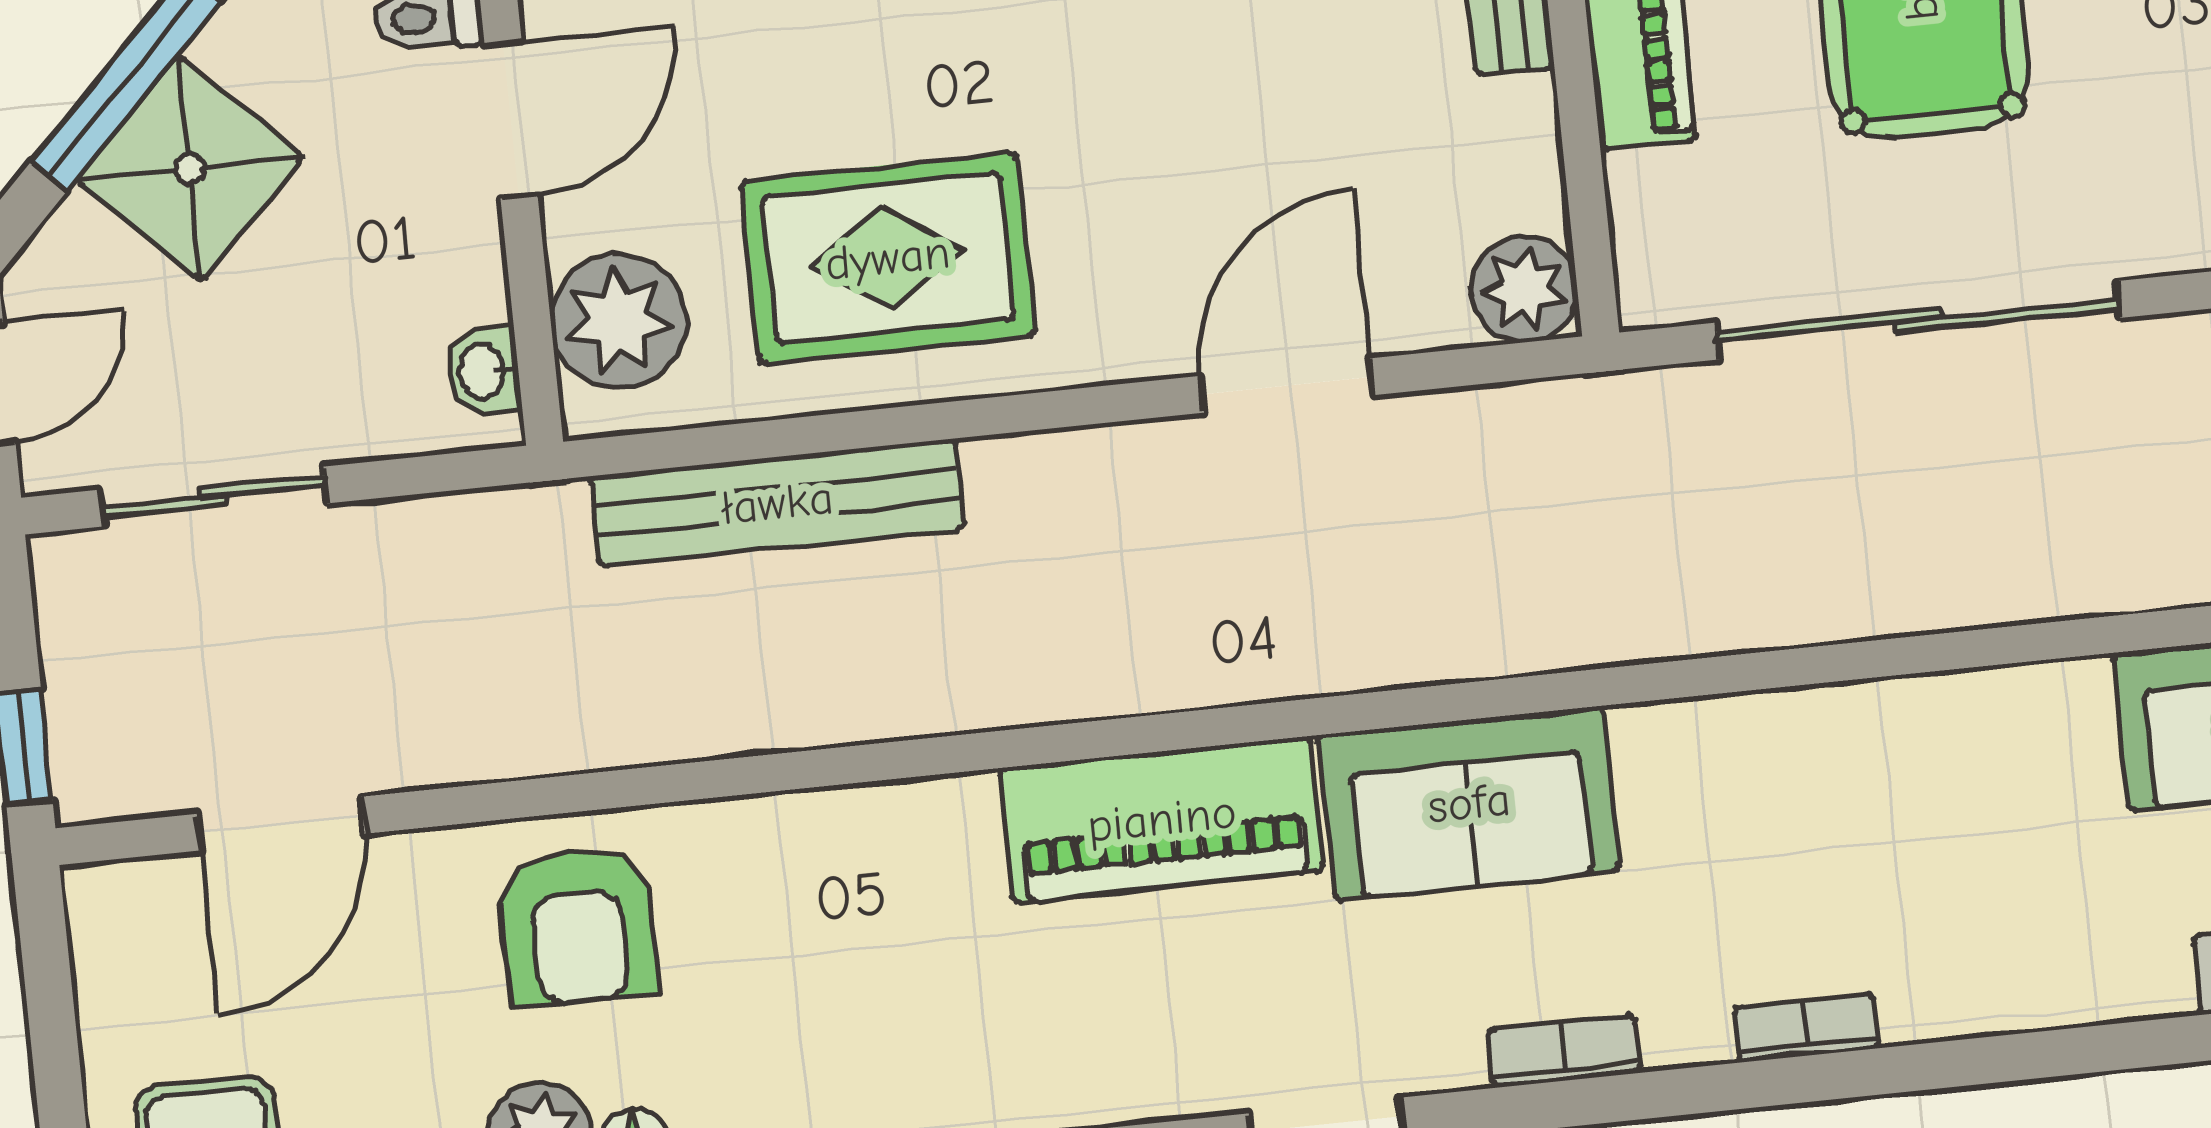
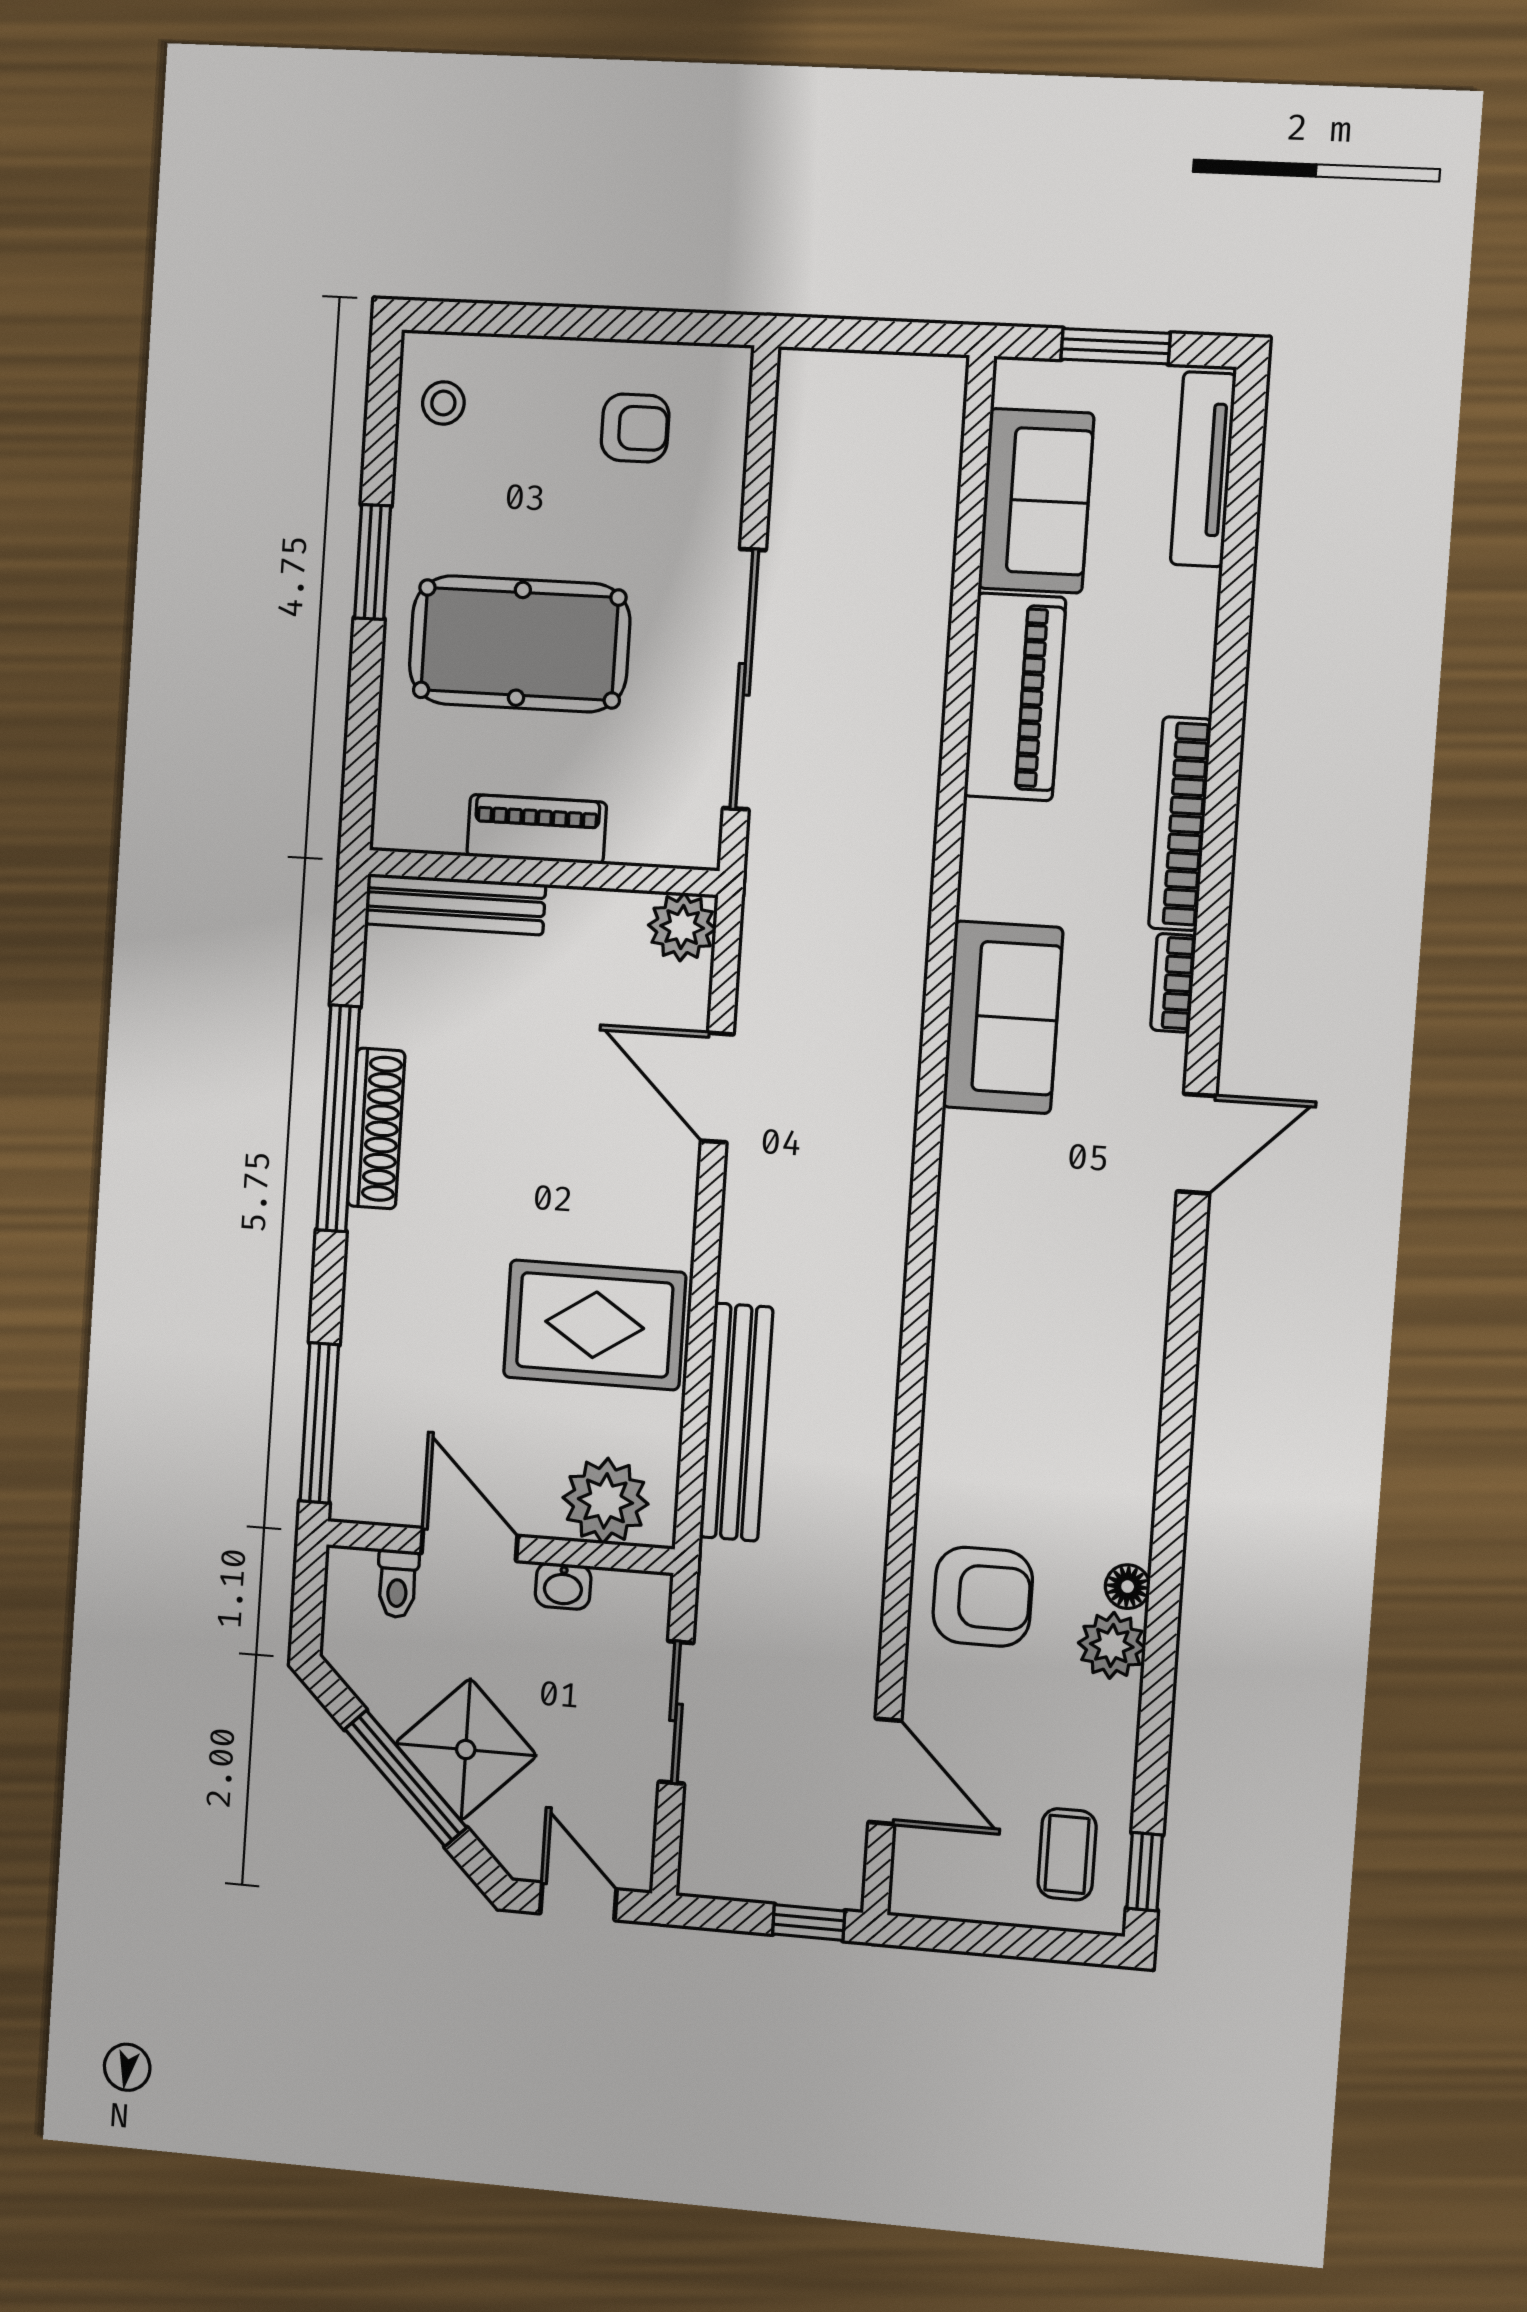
rug: (888, 258) -> (595, 1325), turned 90
washbasin: (483, 371) -> (563, 1586), moved
sliding door: (214, 496) -> (676, 1712), moved
piano: (1162, 819) -> (1015, 697), moved
bookcase: (1806, 1028) -> (1180, 824), width x2.31, depth x1.31

